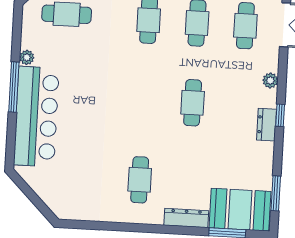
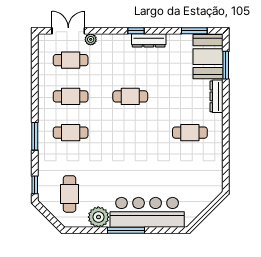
plant: (27, 57) -> (98, 217), width x1.88, depth x1.88
plant: (270, 80) -> (91, 39), moved
dresser: (267, 125) -> (149, 40), width x1.44

